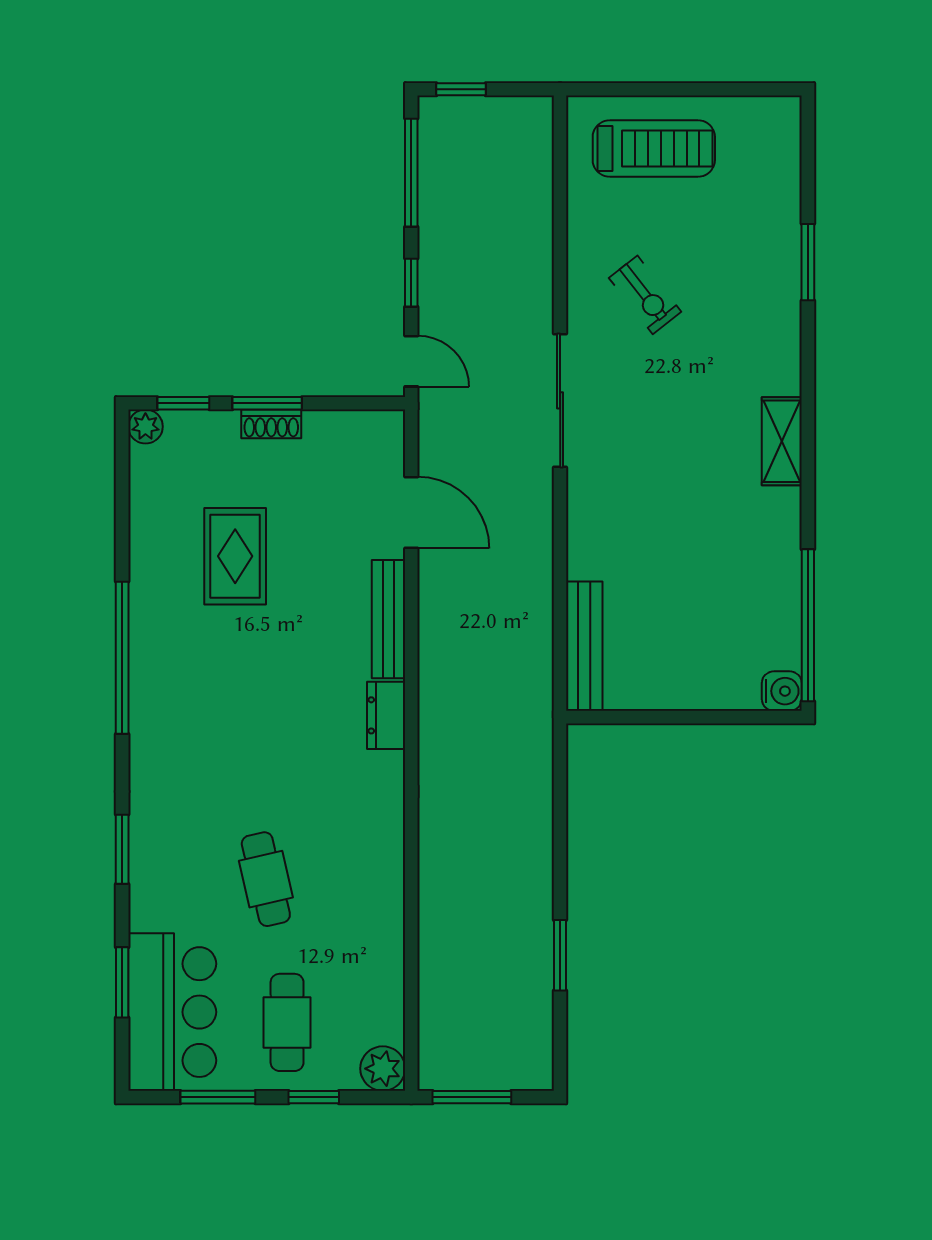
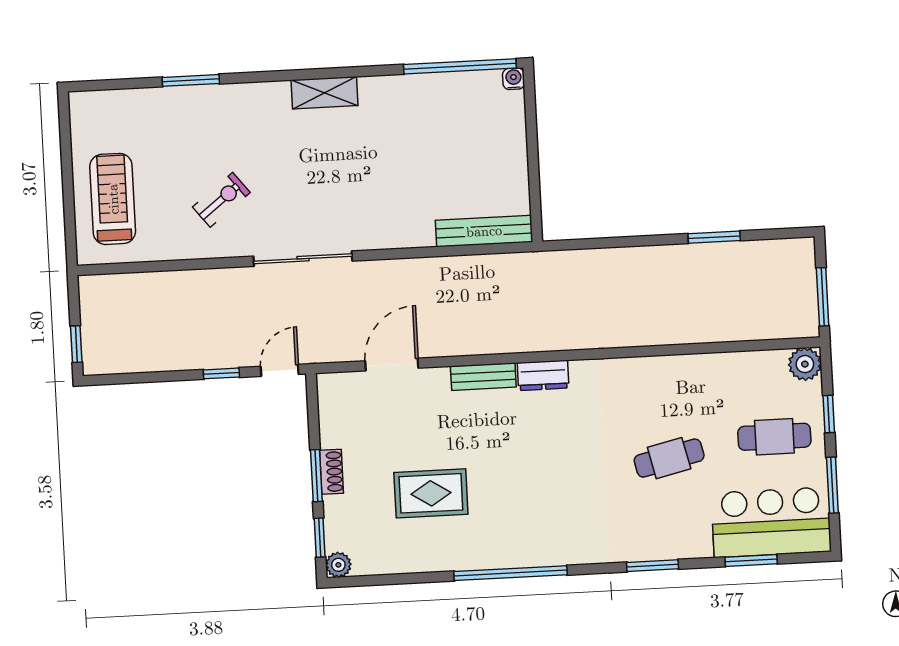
window: (411, 173) -> (140, 378), removed
bench: (389, 619) -> (483, 377), width x0.73
water cooler: (782, 691) -> (514, 79), width x0.72, depth x0.72

